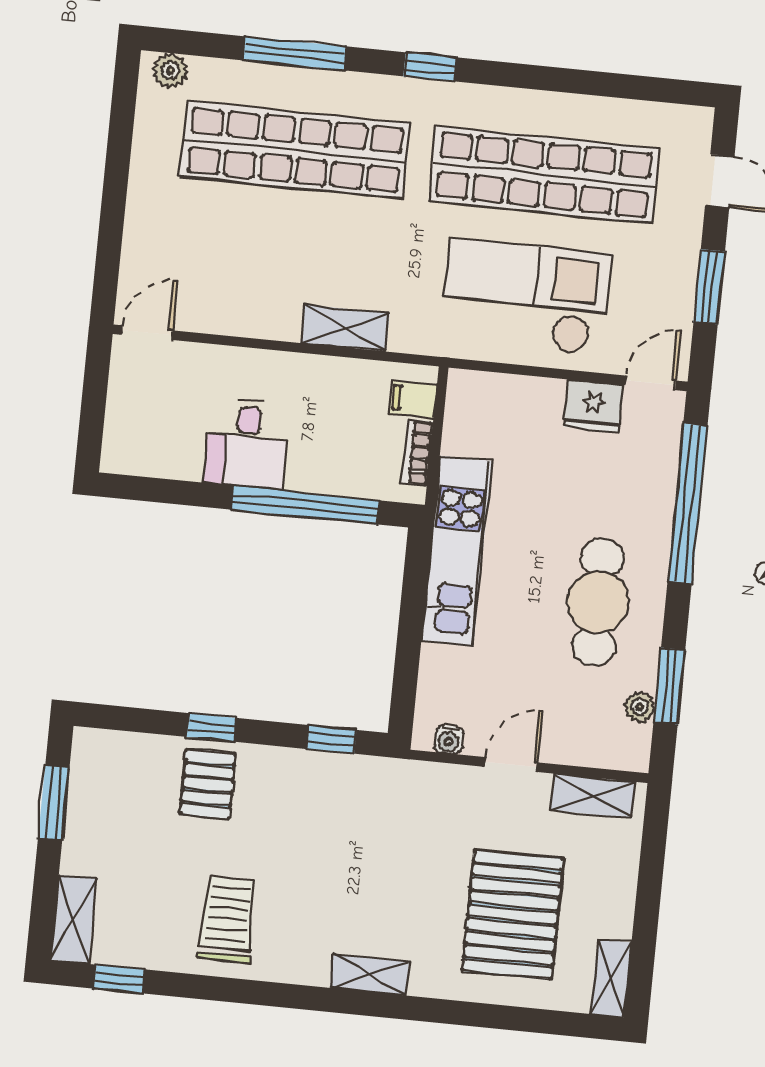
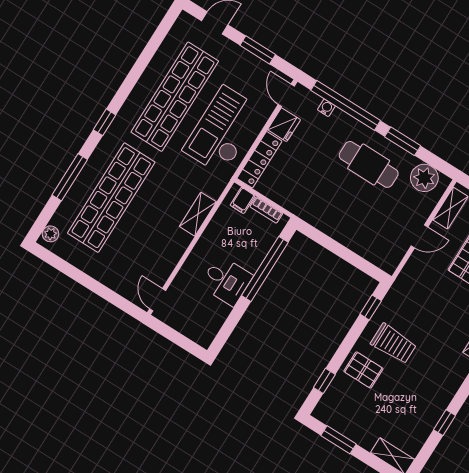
locker: (505, 393) -> (259, 160), added
kitchen unit: (457, 551) -> (317, 214), removed
window: (669, 686) -> (403, 141), moved
plant: (640, 707) -> (424, 178), width x1.88, depth x1.88
window: (211, 727) -> (324, 381), moved
water cooler: (449, 740) -> (326, 108), moved, turned -90
door: (511, 765) -> (420, 236), swing flipped
trolley: (227, 919) -> (394, 344), moved, turned 180
window: (119, 979) -> (444, 423), moved

